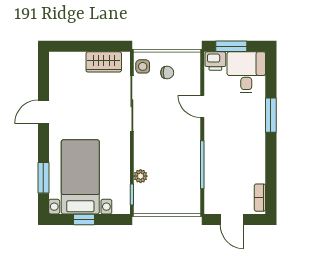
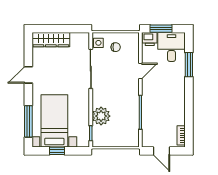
wardrobe: (104, 62) -> (51, 40), moved, width x1.50
door: (202, 106) -> (140, 71), swing flipped
window: (271, 115) -> (189, 65), moved
plant: (141, 176) -> (101, 116), width x1.88, depth x1.88
window: (43, 178) -> (28, 121), width x1.44

